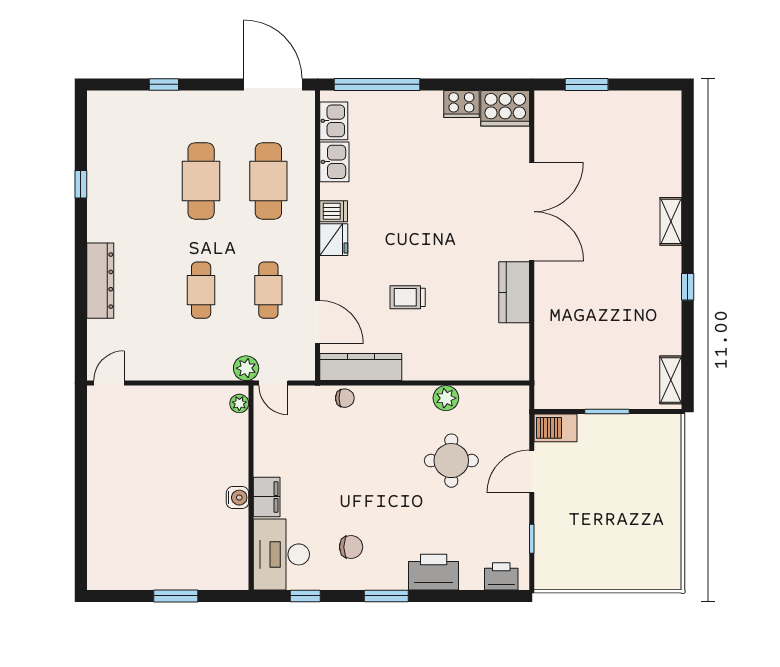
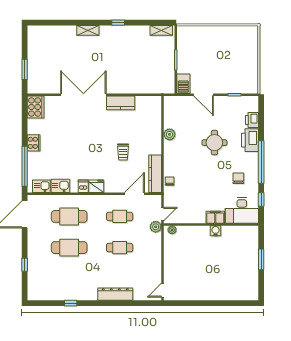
cooker: (461, 104) -> (34, 143), moved
door: (109, 383) -> (163, 290), hinge flipped
round table: (451, 461) -> (214, 143), moved
printer: (501, 576) -> (252, 120), moved
window: (386, 596) -> (261, 162), width x2.11

